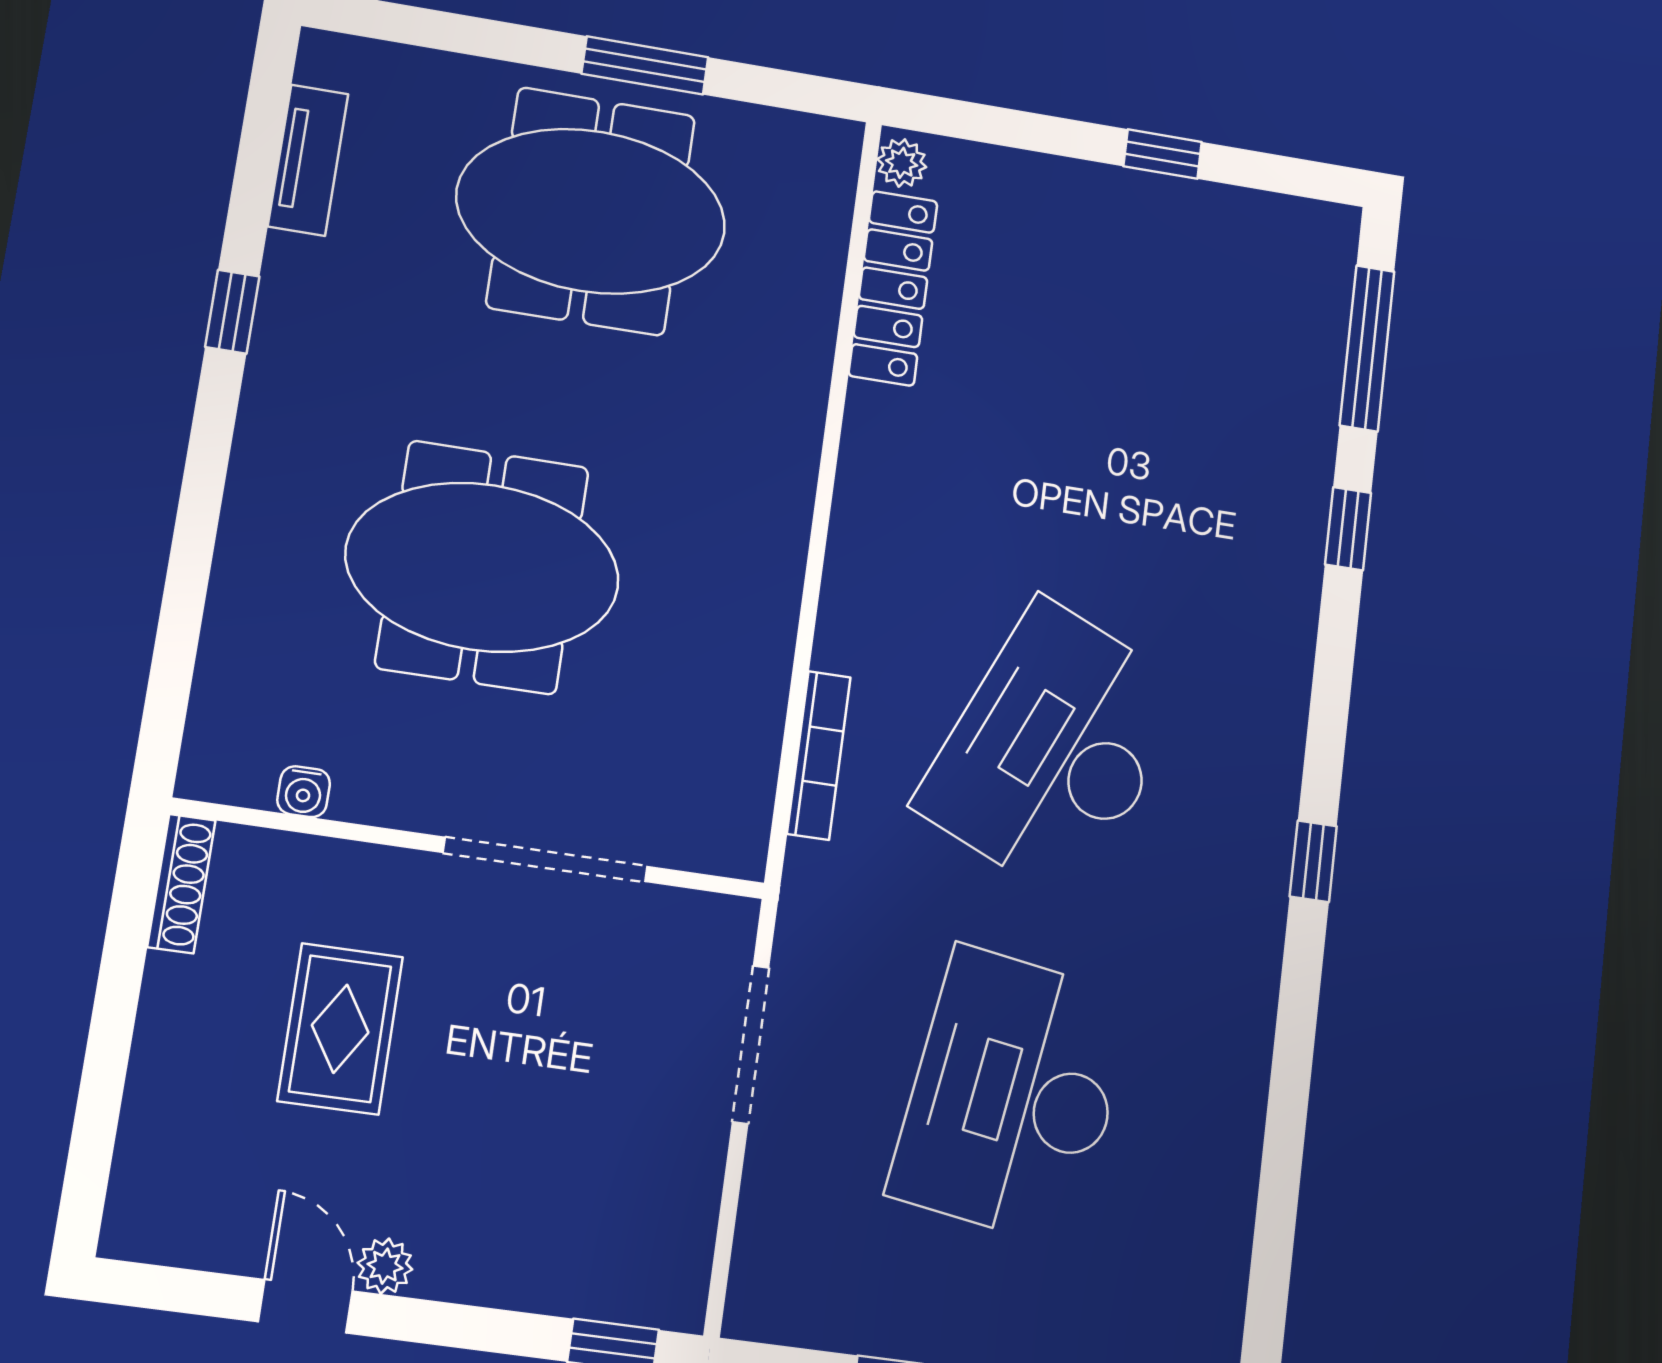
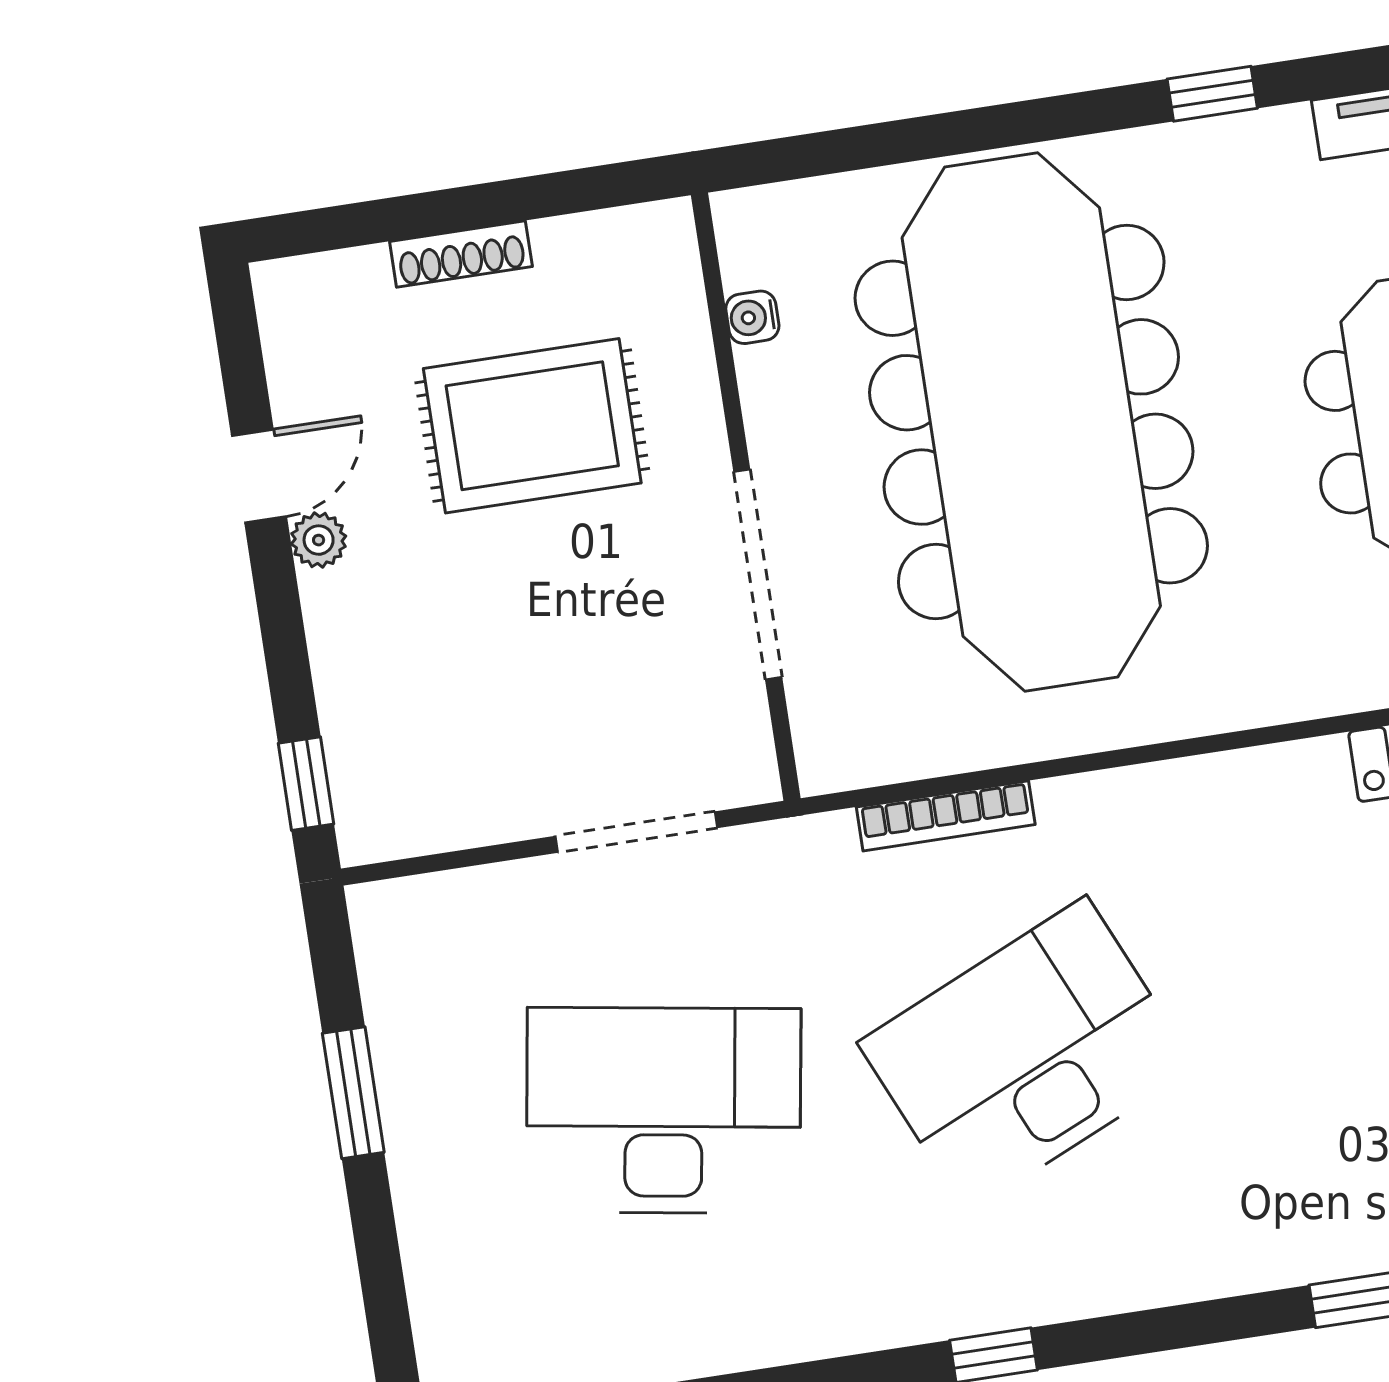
meeting table: (482, 567) -> (1031, 422), width x1.86, depth x1.27
desk: (1055, 749) -> (1027, 1055), turned -48
shoe rack: (181, 884) -> (461, 254), moved
rug: (340, 1029) -> (532, 426), width x1.36, depth x1.43

